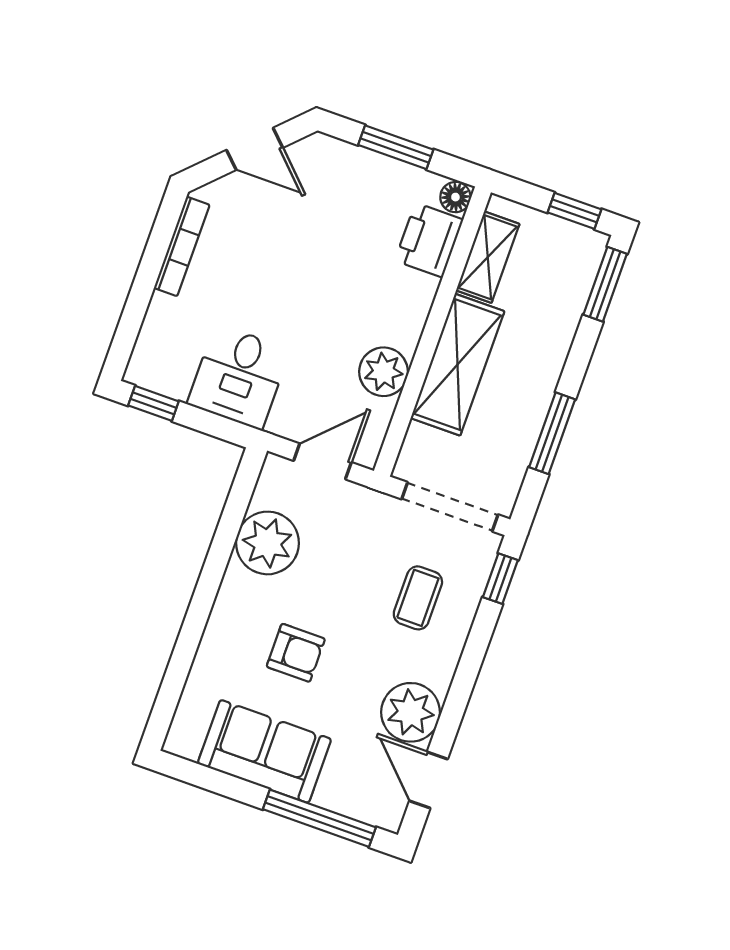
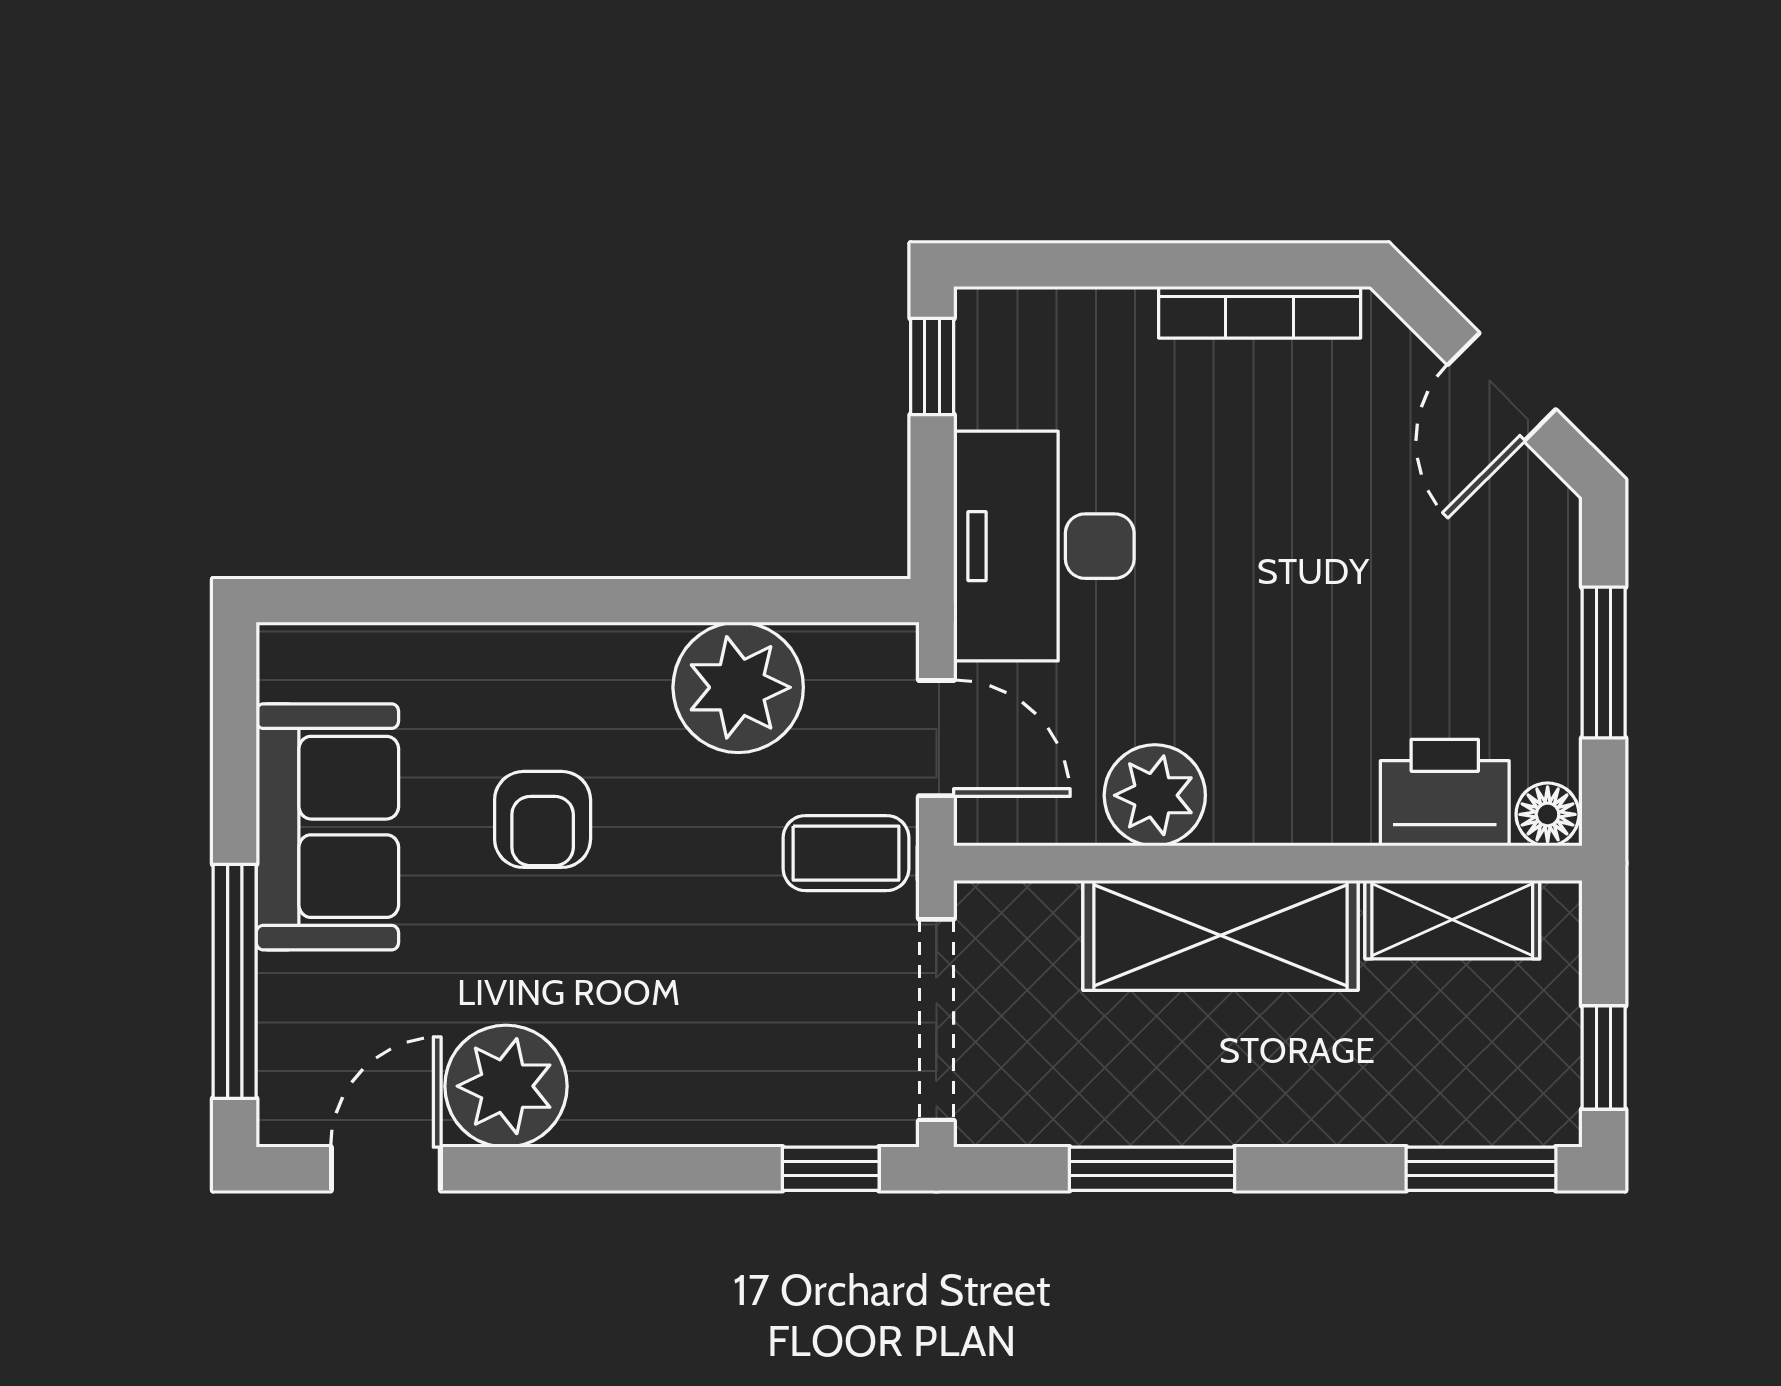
desk: (239, 377) -> (1044, 546), width x1.37
coffee table: (418, 598) -> (846, 853), moved

